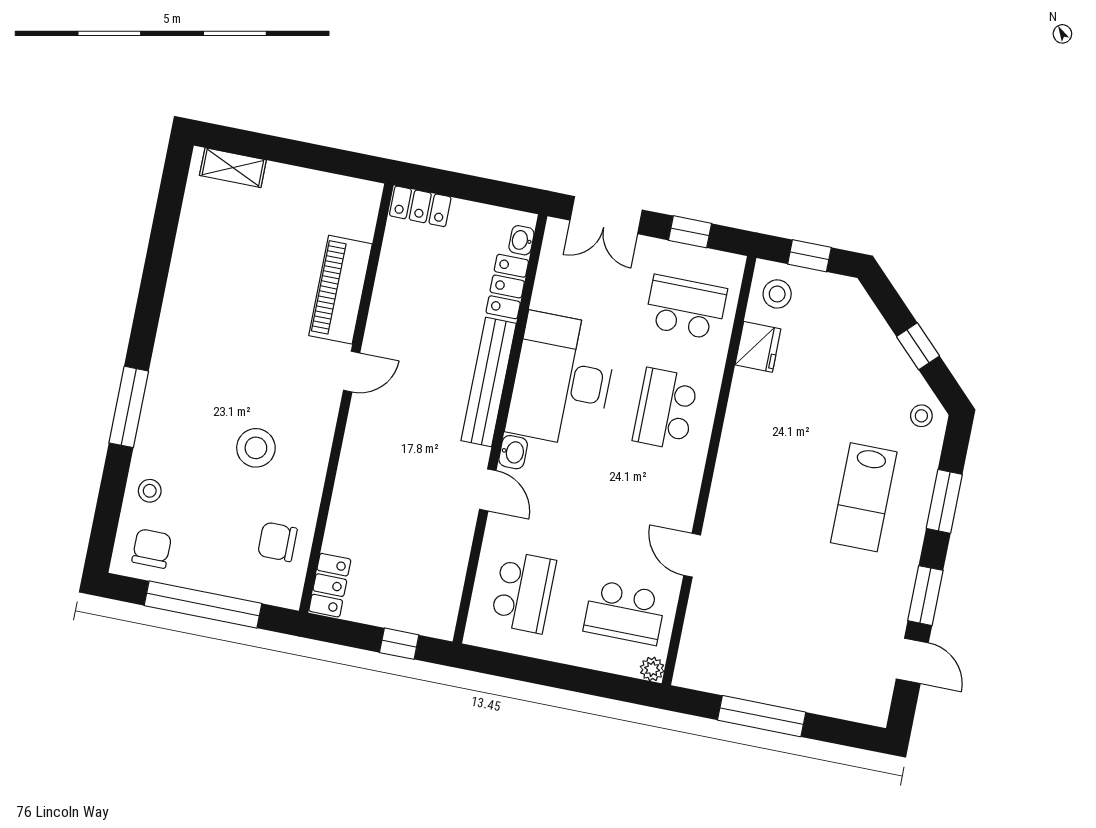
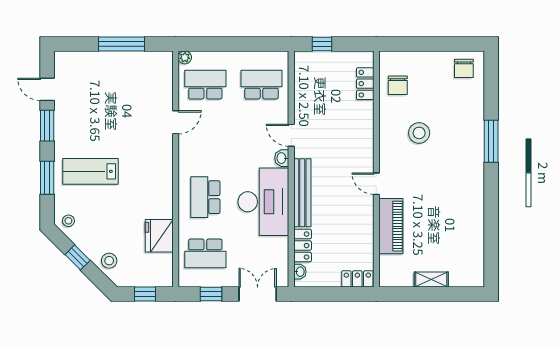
shelving: (233, 168) -> (431, 280), moved
stool: (777, 294) -> (109, 261), moved
fridge: (758, 347) -> (159, 236), width x1.36, depth x1.34
door: (352, 372) -> (376, 184), hinge flipped
school desk: (665, 409) -> (205, 197), turned 180
stool: (150, 491) -> (471, 99), removed
lab bench: (864, 497) -> (90, 171), turned -90
chair: (277, 542) -> (398, 85), turned 90
door: (692, 555) -> (176, 122), hinge flipped
locker: (330, 585) -> (365, 84), moved
school desk: (523, 592) -> (262, 85), turned 90
window: (203, 604) -> (431, 44), removed

